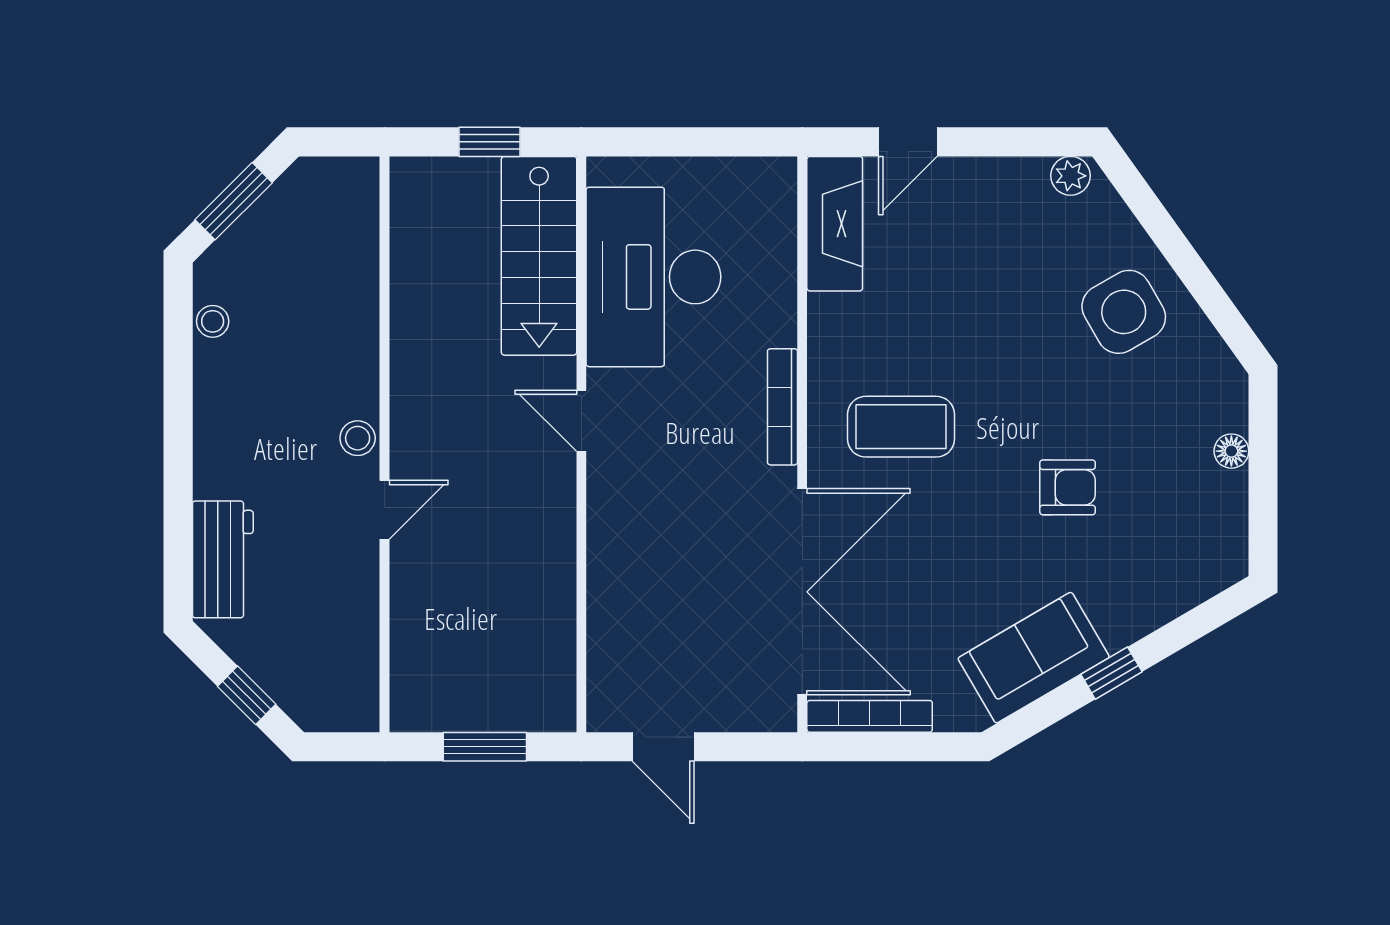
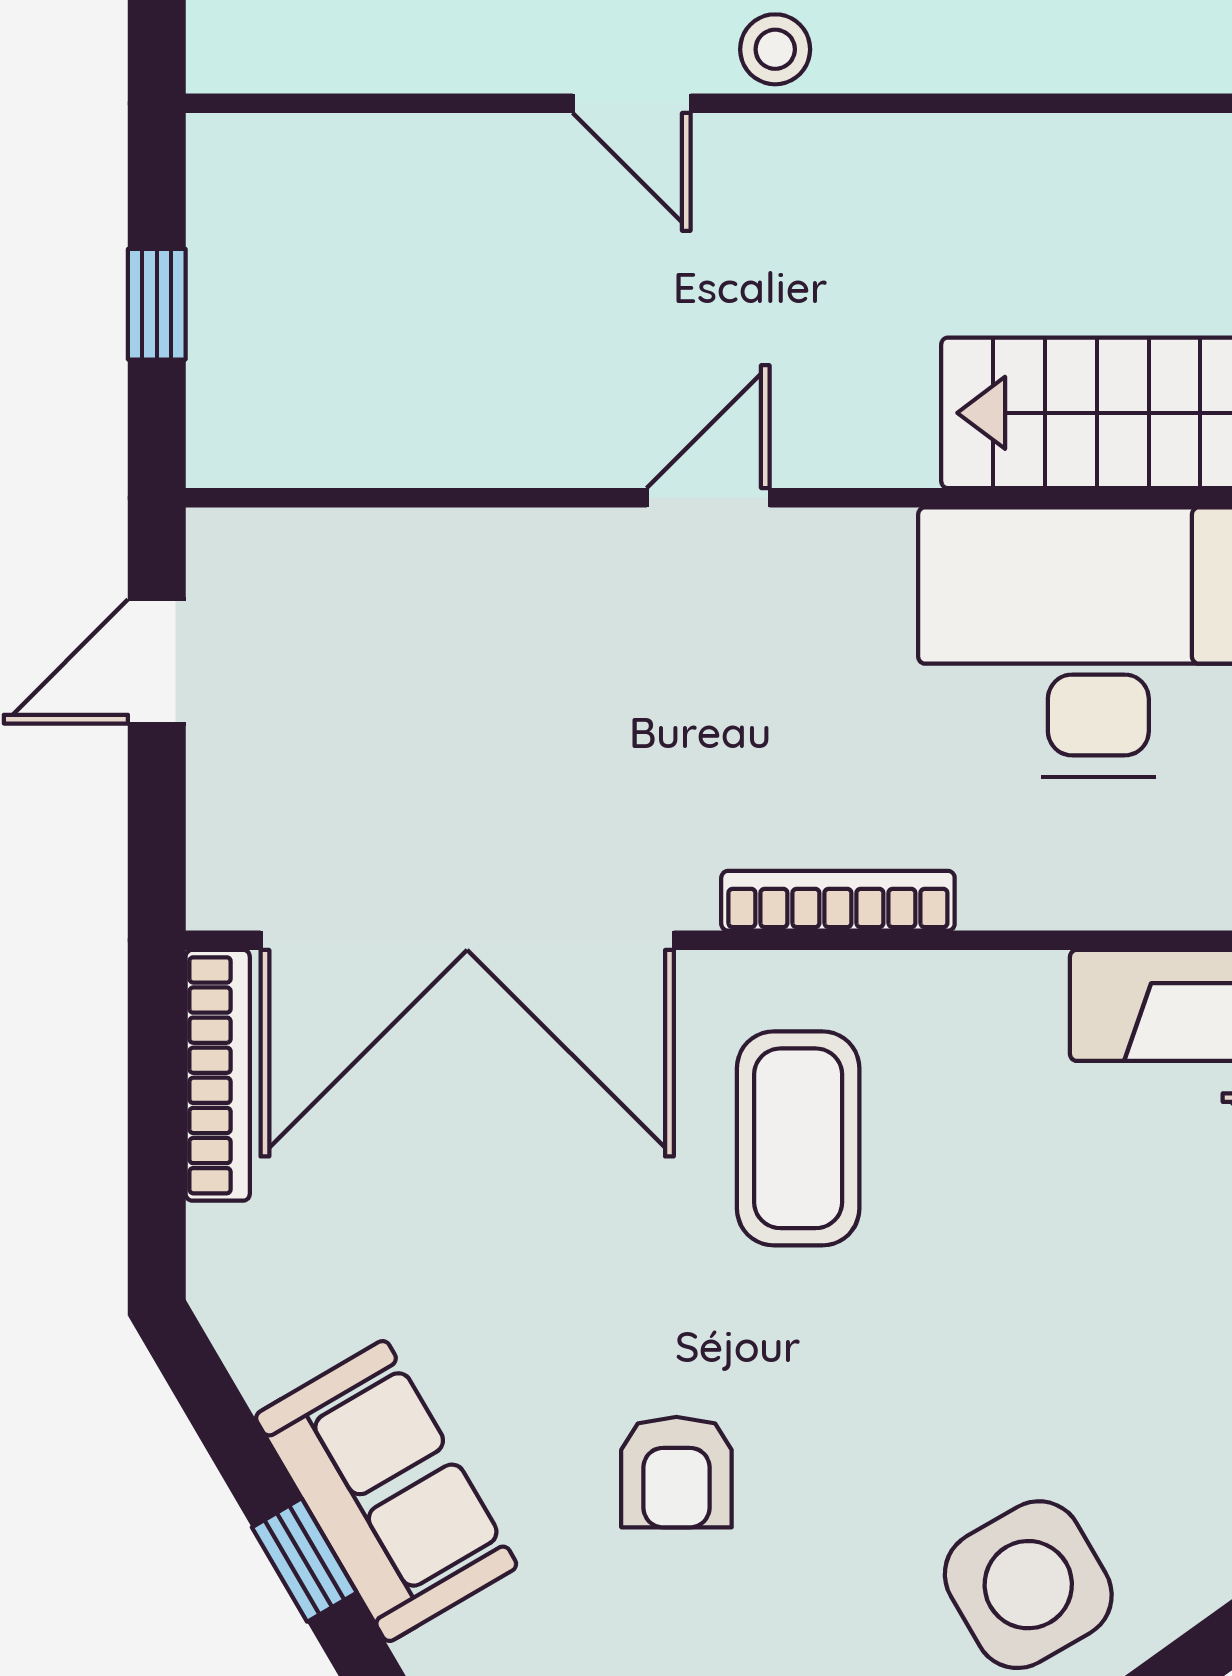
door: (581, 421) -> (708, 498), moved
sofa: (1034, 658) -> (386, 1491), moved
window: (485, 747) -> (157, 304), width x0.67

